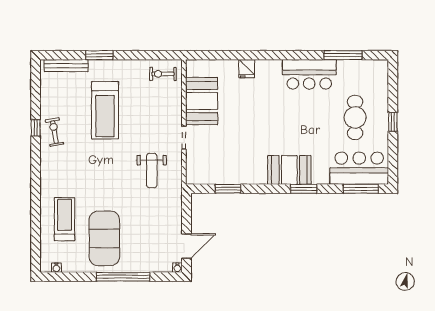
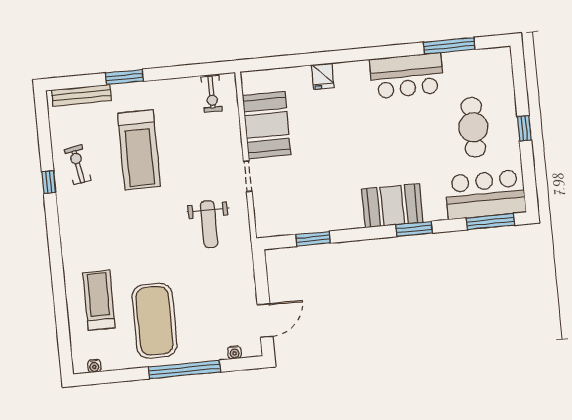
exercise bike: (163, 74) -> (212, 94), turned -90
exercise bike: (54, 132) -> (78, 165), moved
water cooler: (177, 268) -> (234, 352), moved

